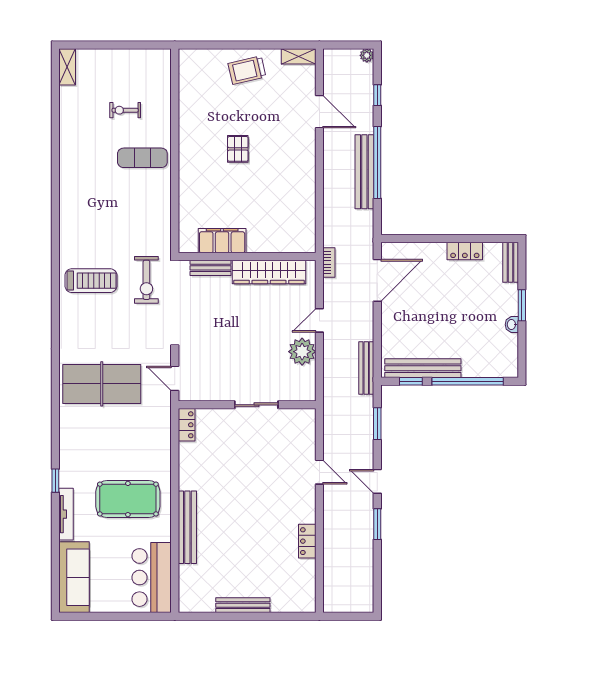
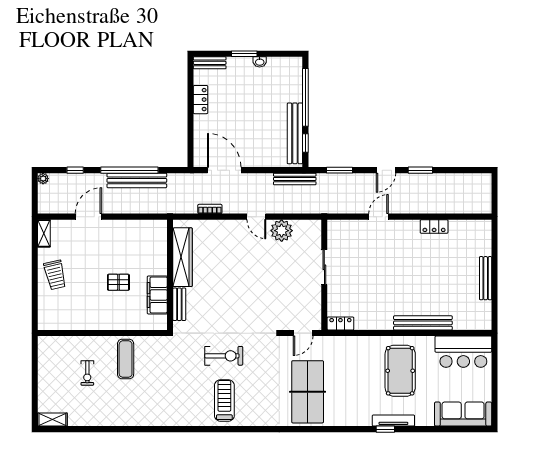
filing cabinet: (222, 241) -> (157, 295), moved
wall: (247, 257) -> (170, 275), moved
bench: (211, 268) -> (179, 304), moved
wardrobe: (269, 272) -> (183, 257), moved
tv unit: (66, 514) -> (393, 421), moved

